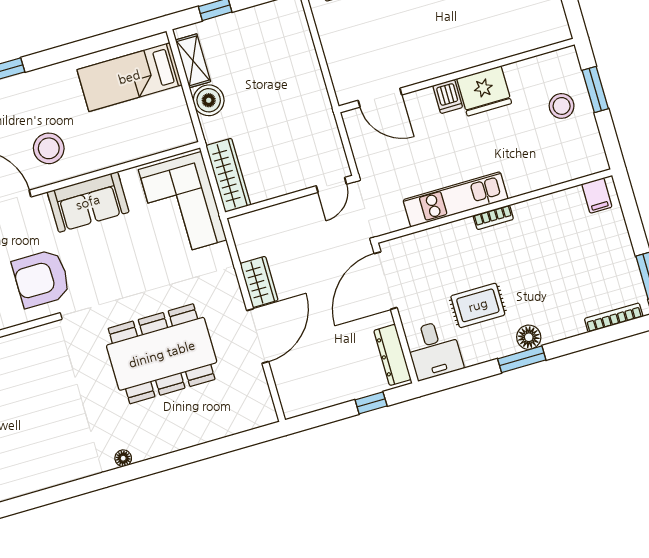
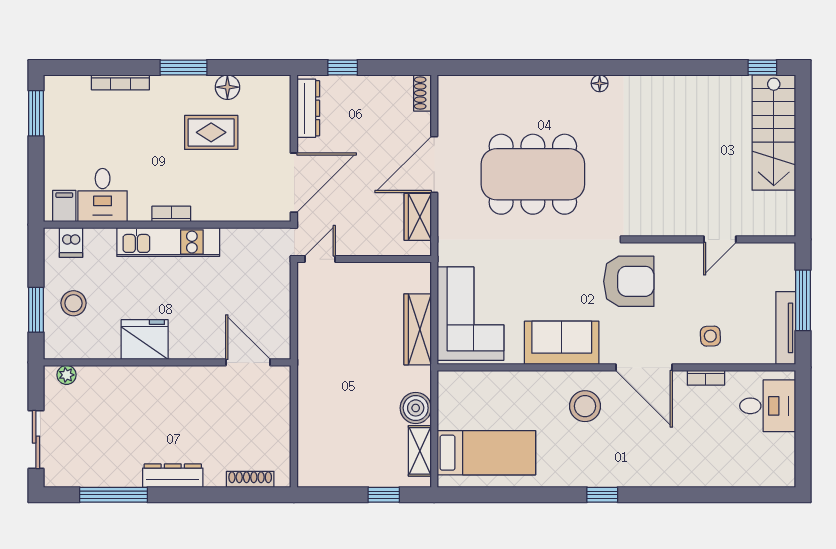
plant: (549, 36) -> (67, 375), added
dishwasher: (448, 96) -> (71, 242), moved, turned 180
door: (331, 185) -> (320, 259), moved
wall: (290, 197) -> (364, 259), moved
kitchen unit: (456, 199) -> (168, 242), moved
bookcase: (614, 318) -> (120, 82), moved
floor lamp: (529, 337) -> (227, 87), moved
desk: (434, 350) -> (103, 195), moved, turned 180
shoe rack: (288, 401) -> (422, 93), added

